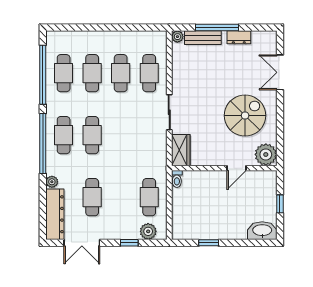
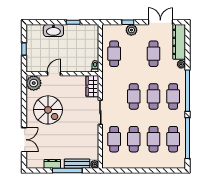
spiral stairs: (245, 116) -> (48, 110), turned -90
cafe table: (121, 135) -> (134, 96), added
plant: (148, 231) -> (131, 30), moved
washbasin: (262, 231) -> (53, 31), moved

